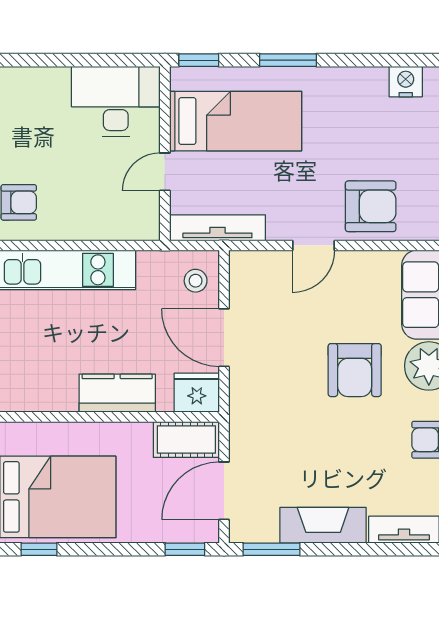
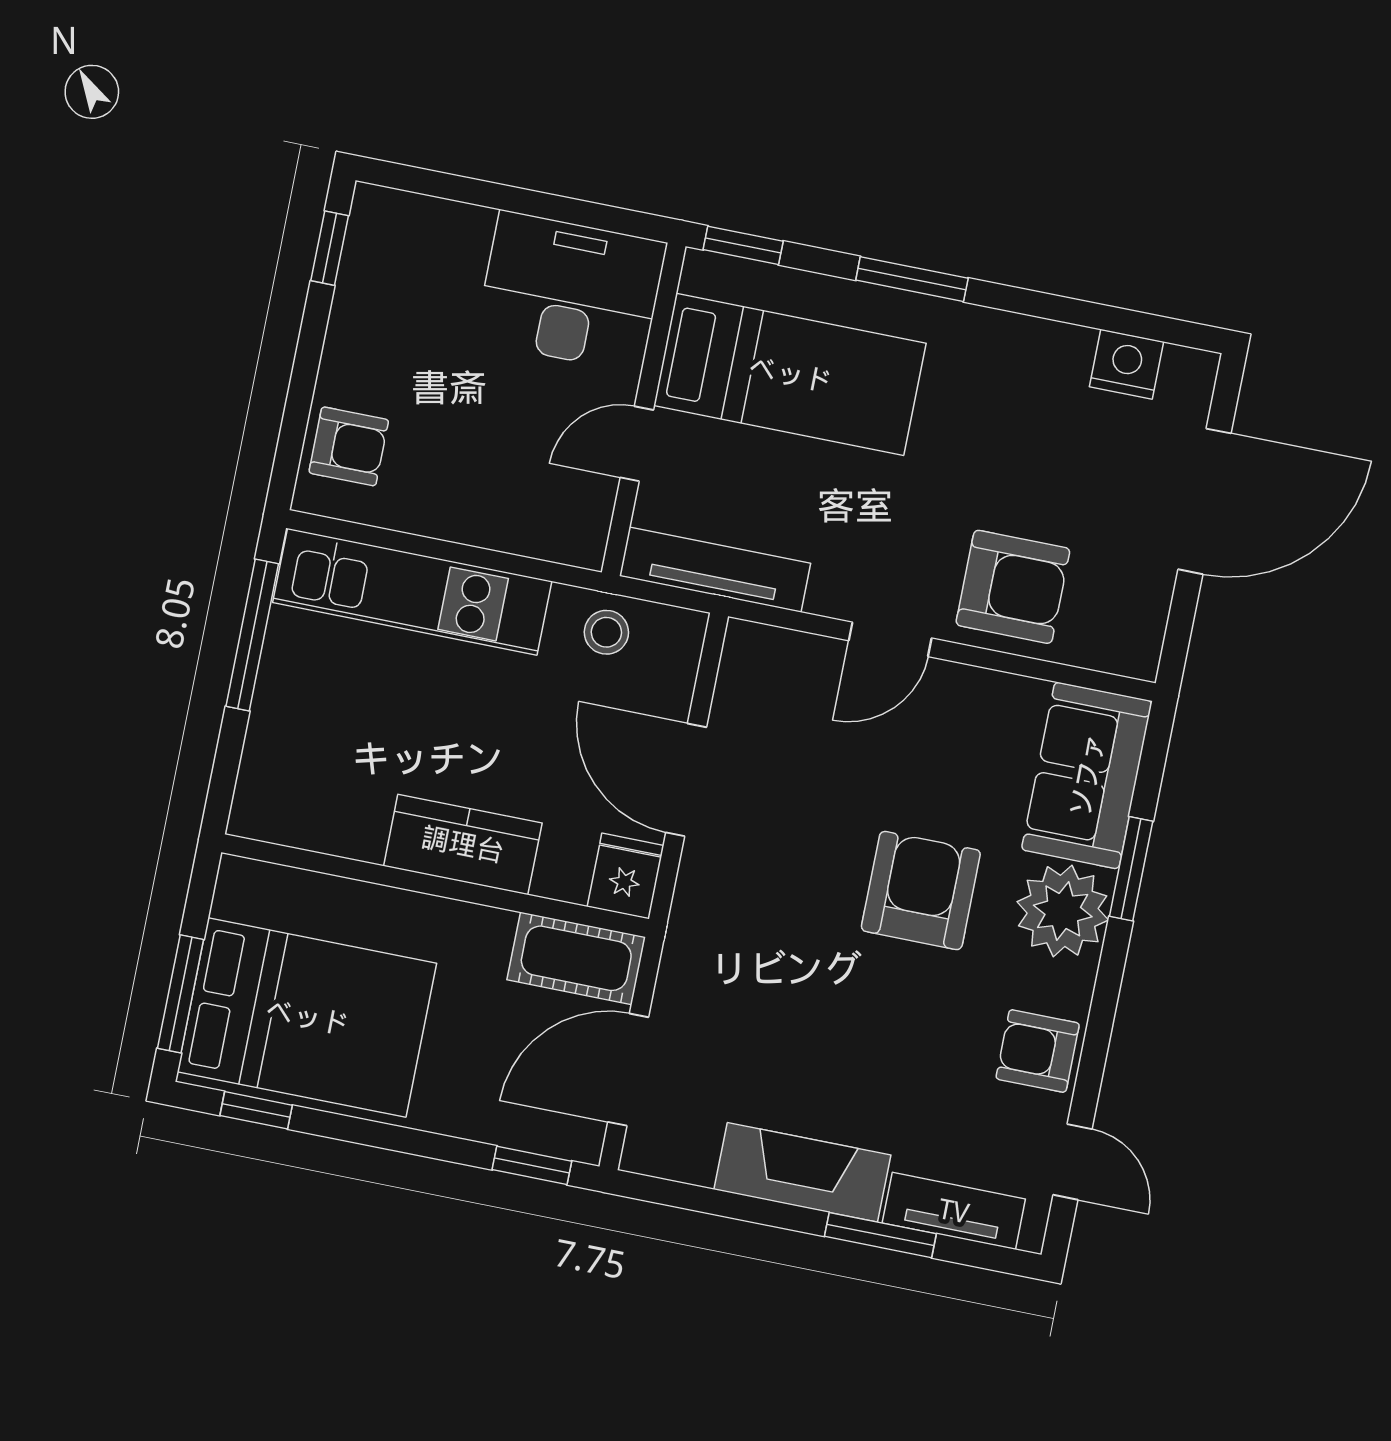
stool: (196, 281) -> (606, 632), moved
armchair: (355, 370) -> (921, 891), turned 180
fridge: (197, 393) -> (625, 876), width x0.72
window: (271, 549) -> (880, 1235), moved

